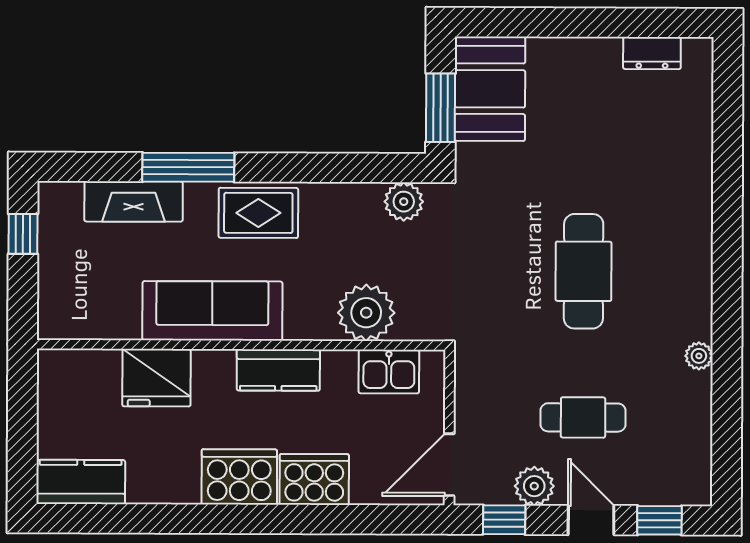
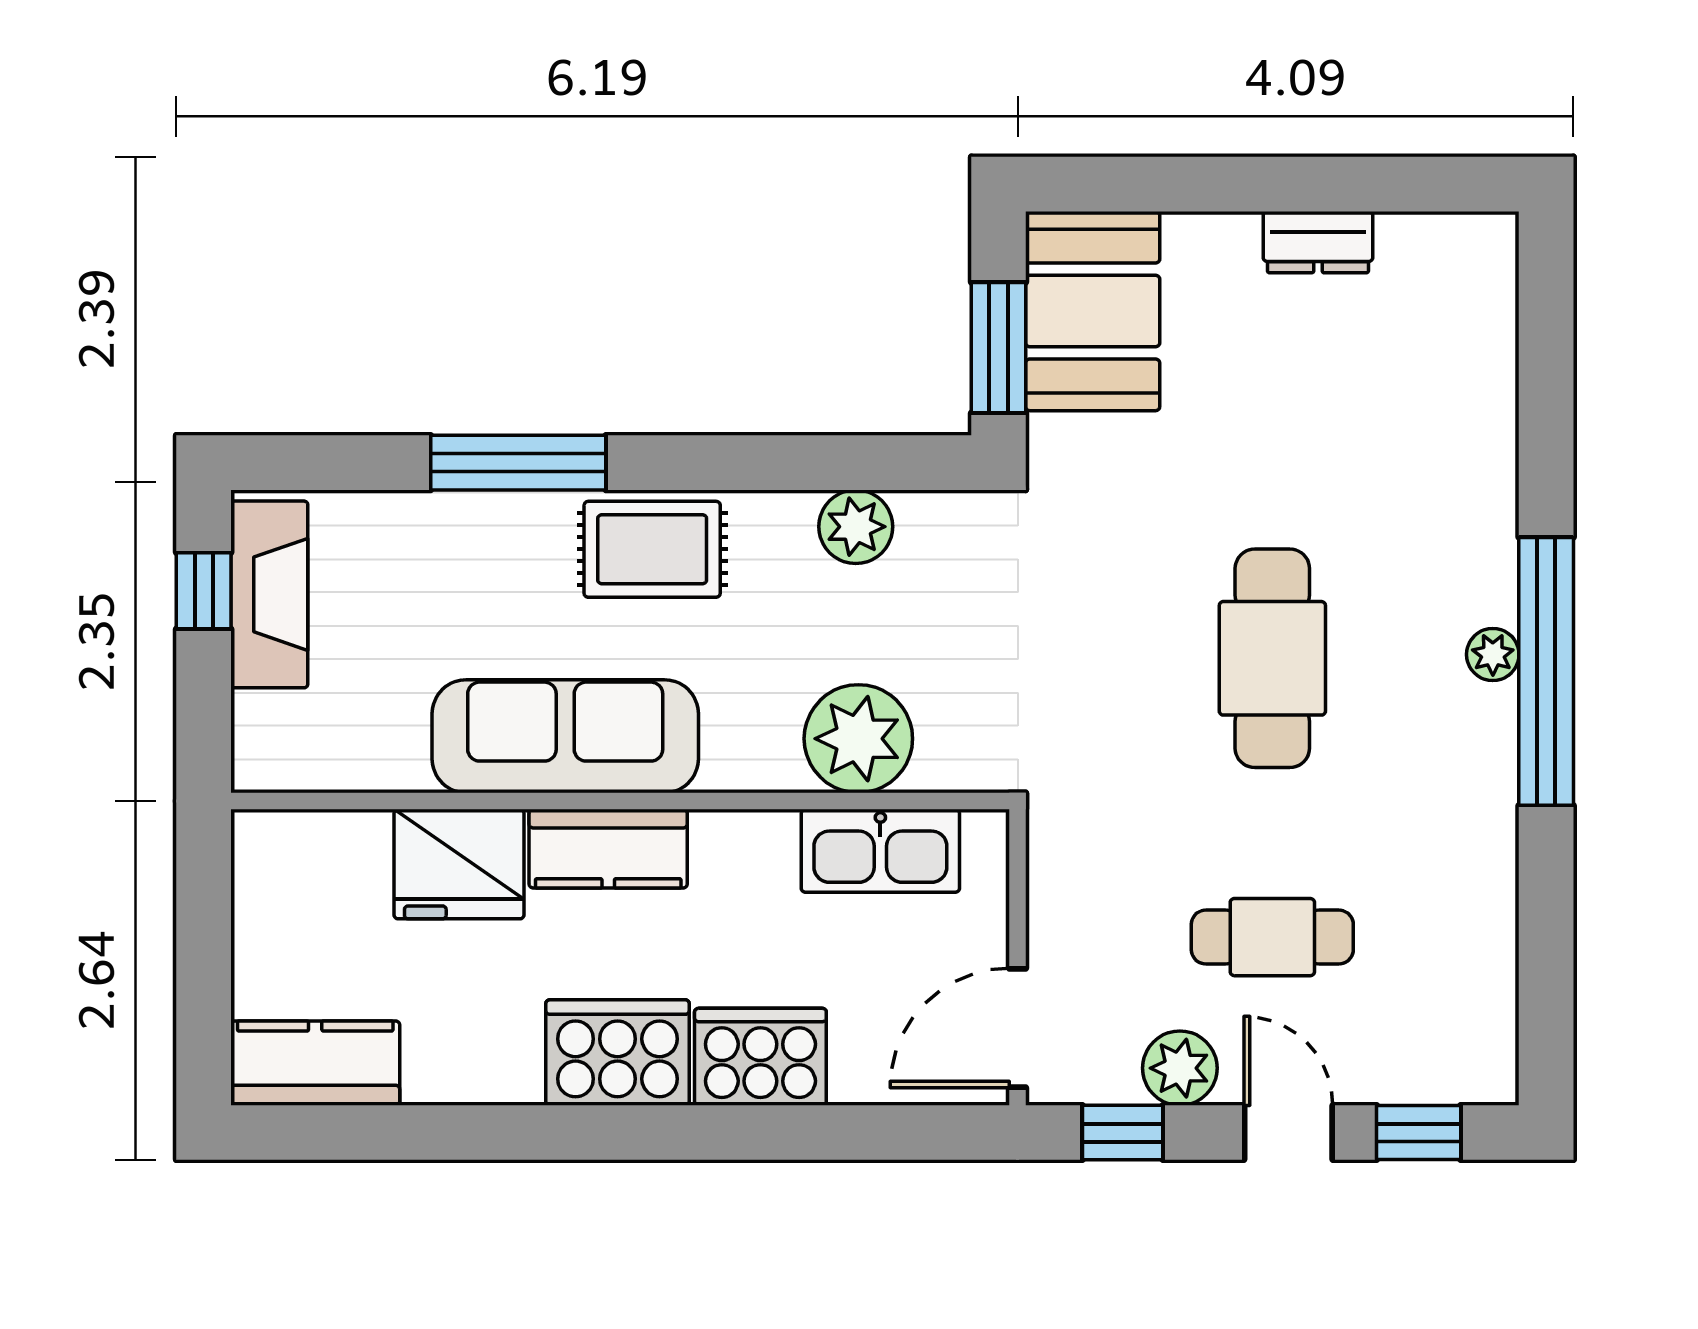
dresser: (652, 53) -> (1318, 242), moved
fireplace: (134, 201) -> (269, 594), moved, turned -90
plant: (404, 202) -> (856, 527), moved
window: (727, 279) -> (1546, 671), added
plant: (699, 356) -> (1493, 654), moved
kitchen counter: (278, 370) -> (608, 849), moved
kitchen sink: (389, 372) -> (880, 851), width x1.38

